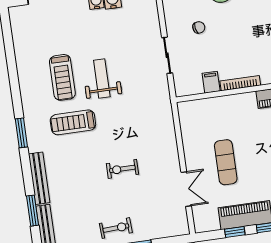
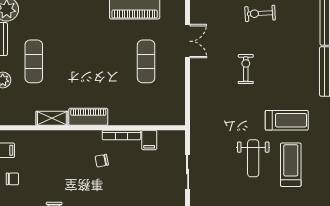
chair: (199, 27) -> (102, 161), moved
exercise bike: (122, 169) -> (246, 69), turned -90
double door: (186, 189) -> (188, 41), swing flipped

